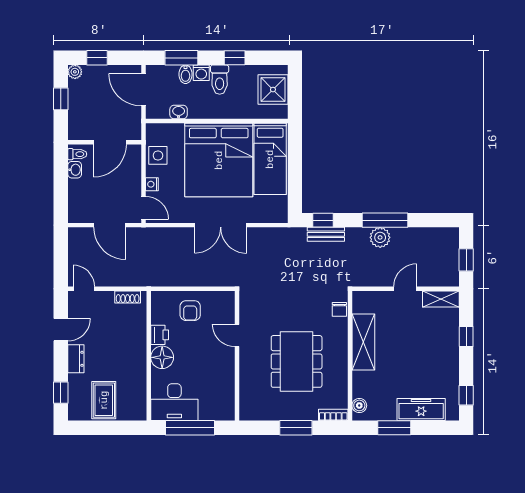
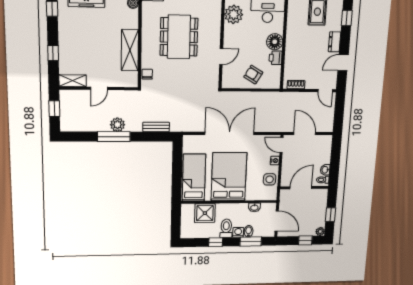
shower: (273, 90) -> (205, 213), moved
bed: (219, 160) -> (229, 177), width x0.73
window: (323, 220) -> (158, 137), removed
double door: (221, 225) -> (230, 133), width x1.36
armchair: (190, 311) -> (253, 75), turned -59
door: (237, 335) -> (221, 56), hinge flipped
plant: (222, 394) -> (234, 14), added

